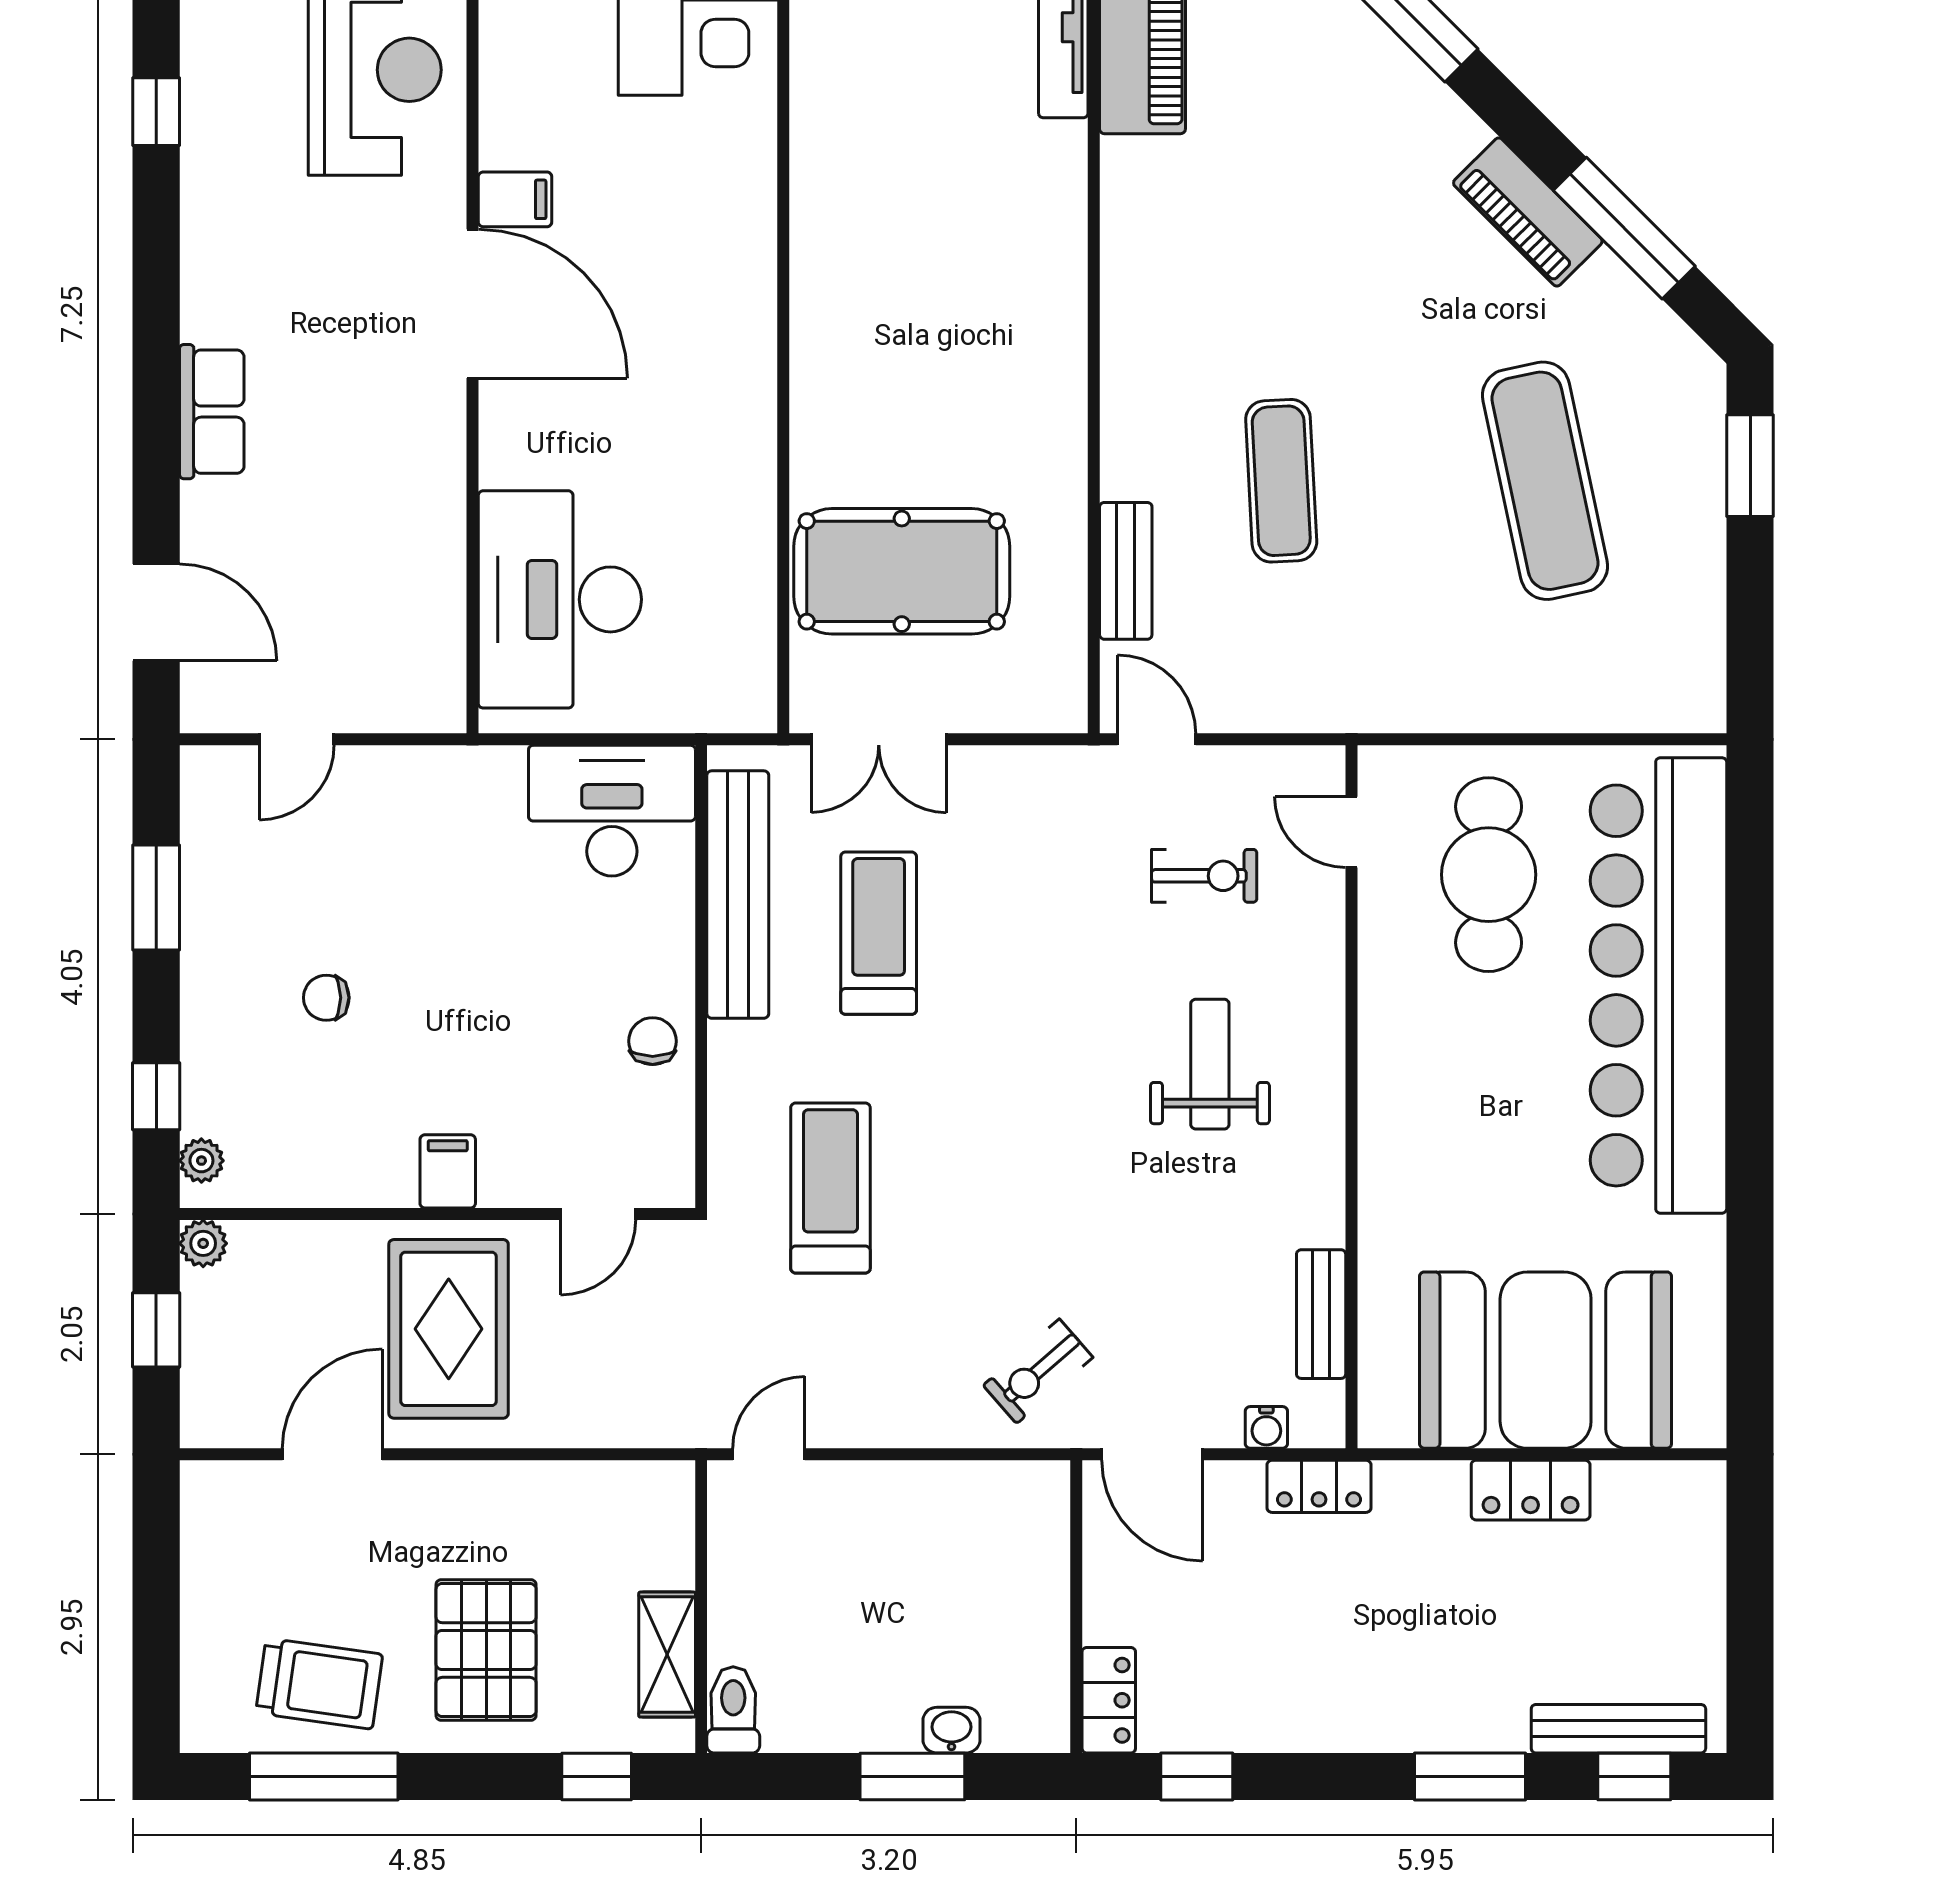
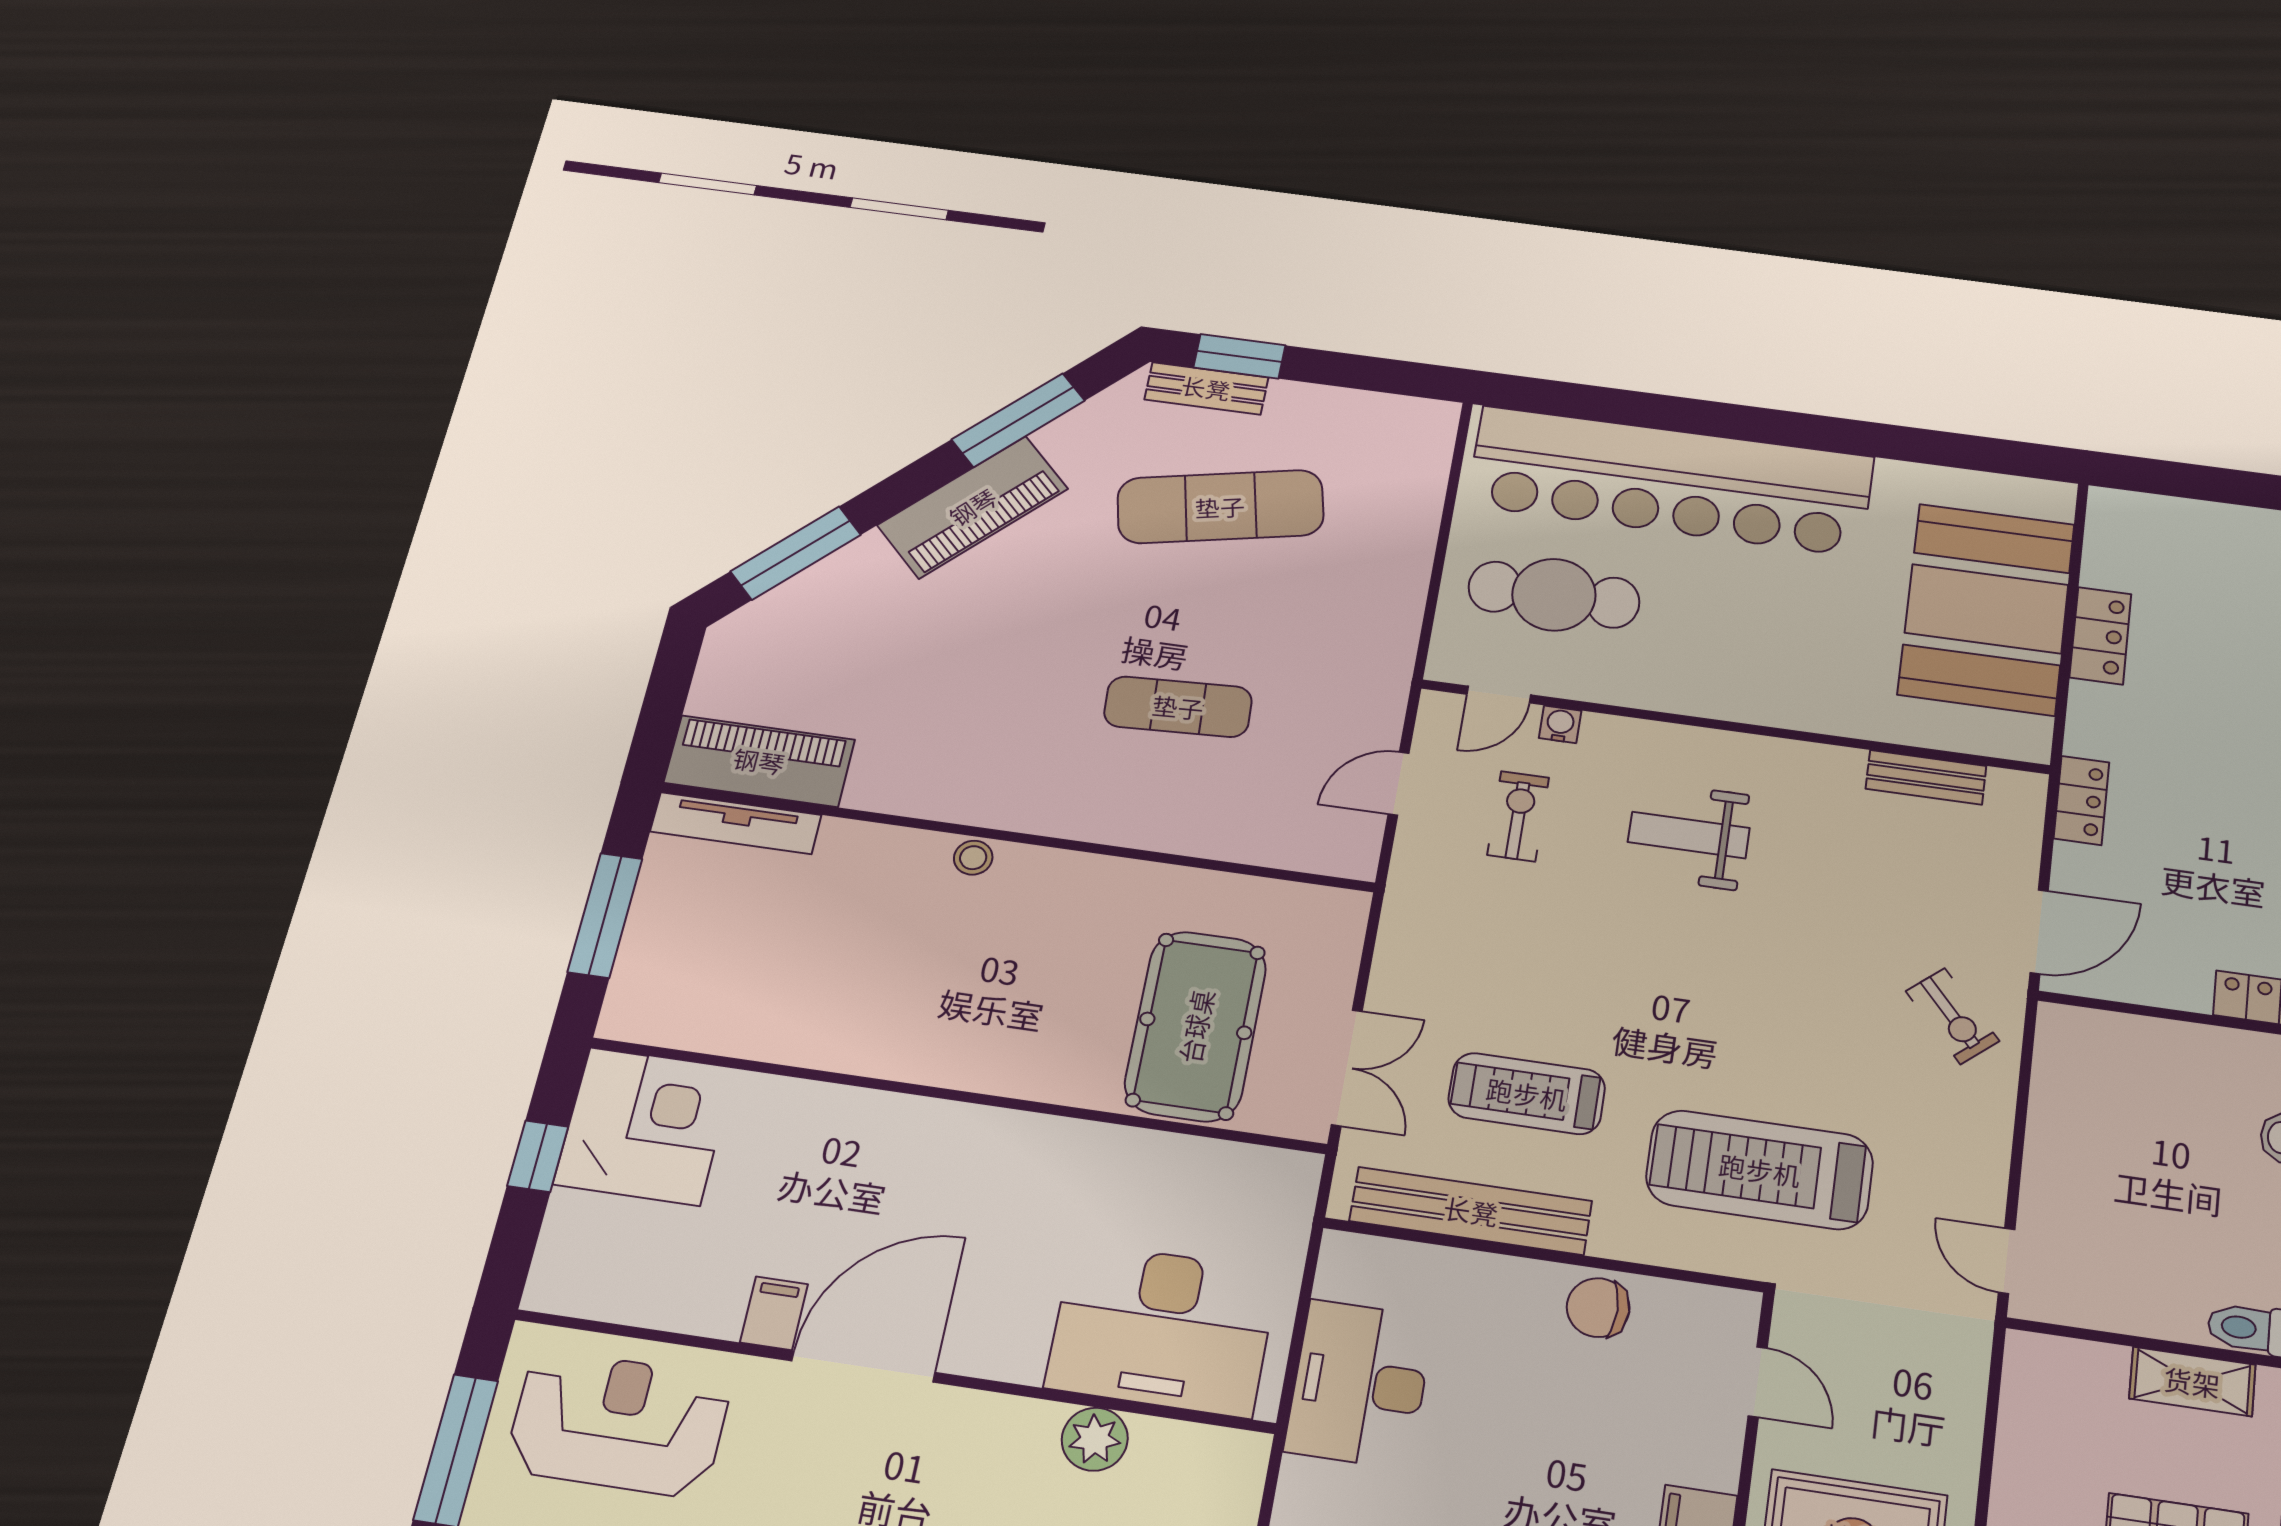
piano: (1528, 212) -> (973, 507), width x1.37, depth x1.33
stool: (1062, 294) -> (973, 858), added
plant: (433, 554) -> (1095, 1439), added
bench: (1126, 571) -> (1206, 388), moved
door: (1157, 739) -> (1399, 784), moved
desk: (612, 811) -> (1360, 1384), moved
chair: (653, 1041) -> (1598, 1308), width x1.37, depth x1.37
treadmill: (830, 1188) -> (1760, 1170), width x1.37, depth x1.38
water cooler: (1266, 1427) -> (1560, 724), moved, turned -90

